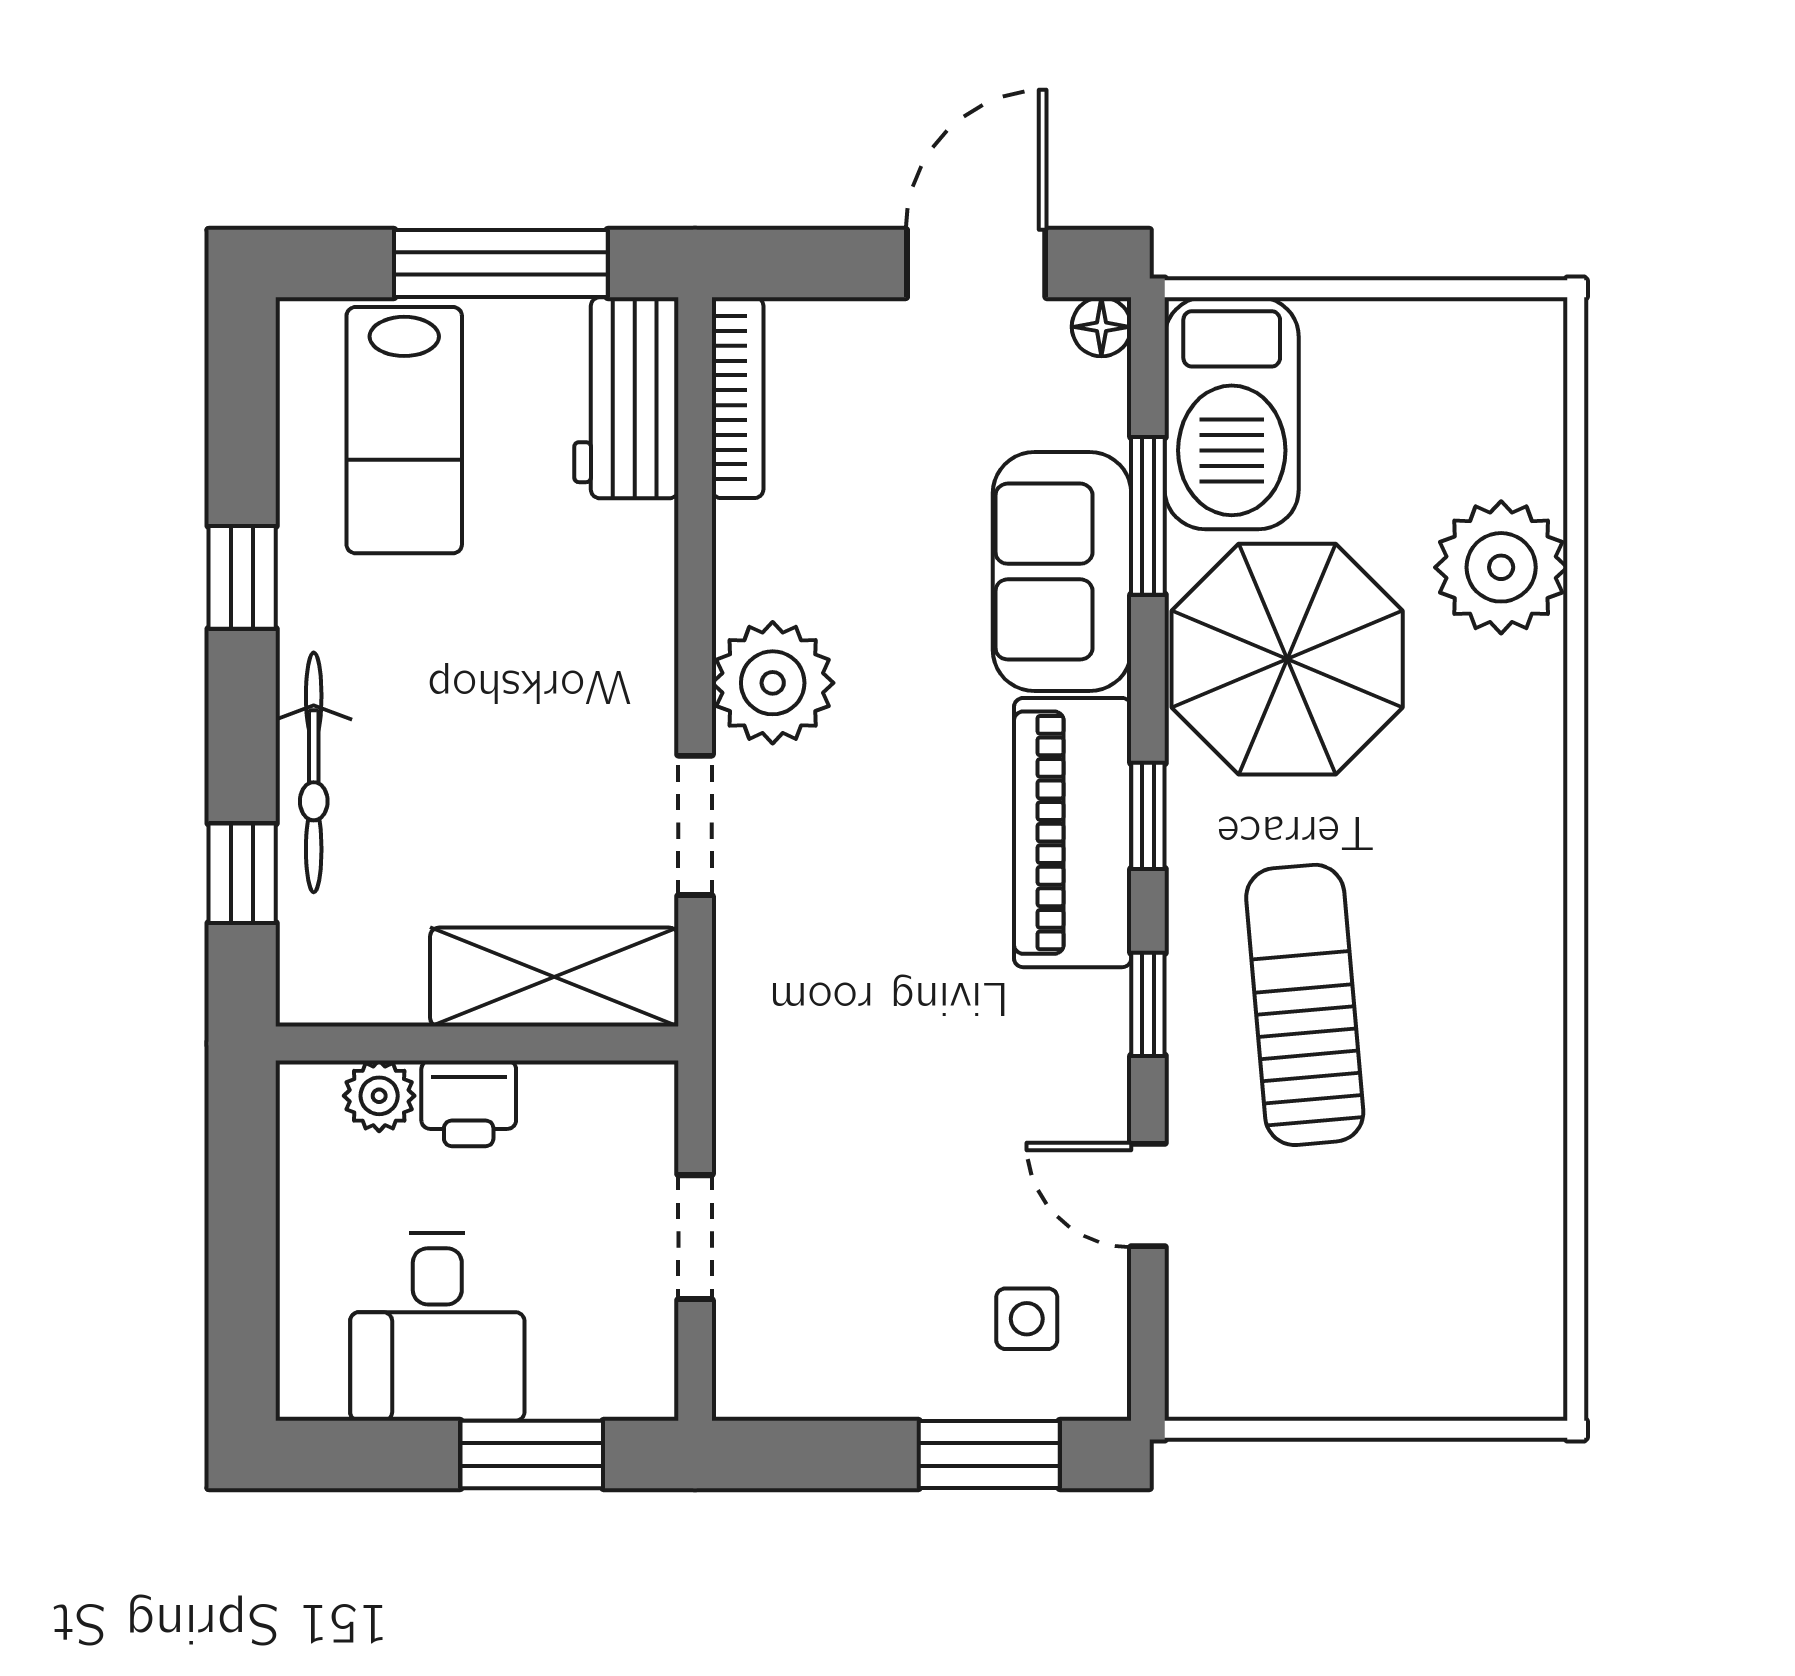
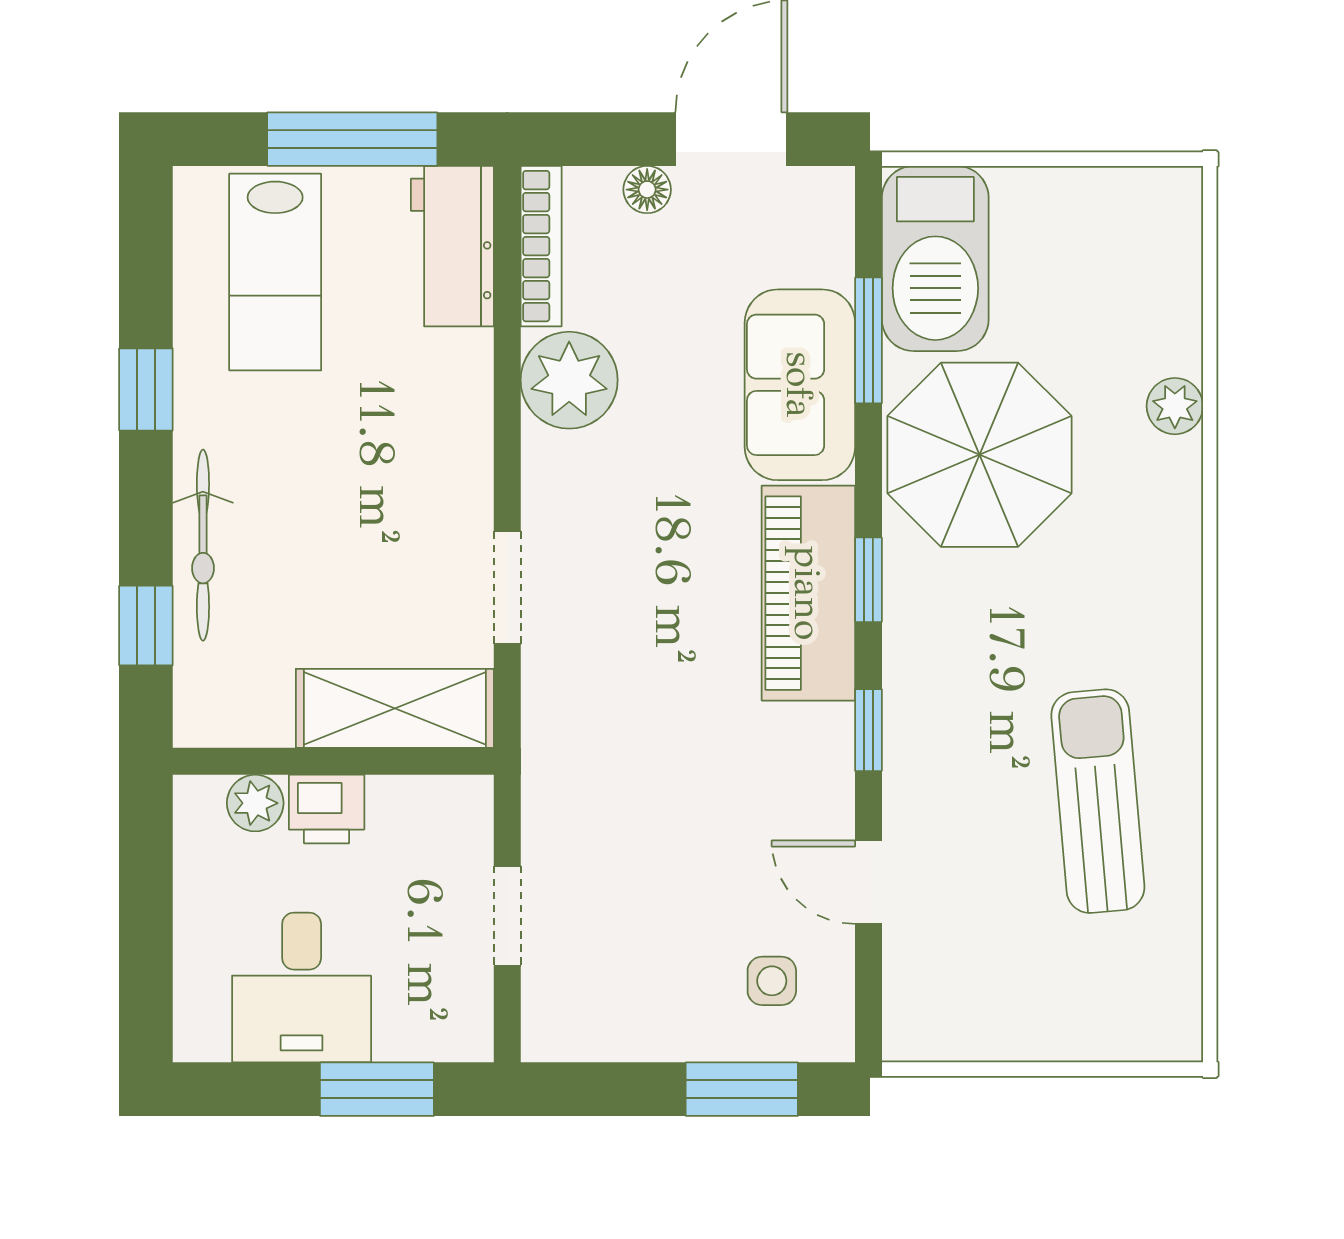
floor lamp: (1101, 327) -> (647, 190), moved
plant: (1501, 567) -> (1175, 406), width x0.53, depth x0.53
plant: (773, 683) -> (569, 380), moved
sun lounger: (1305, 1005) -> (1098, 801), moved

